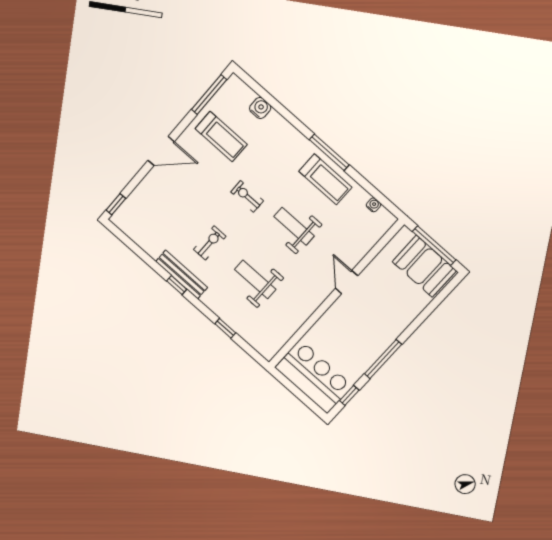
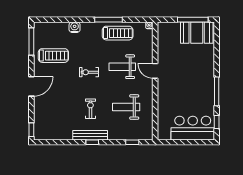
water cooler: (260, 108) -> (75, 27), moved
door: (347, 282) -> (155, 71), moved
wall: (336, 294) -> (155, 81), moved

